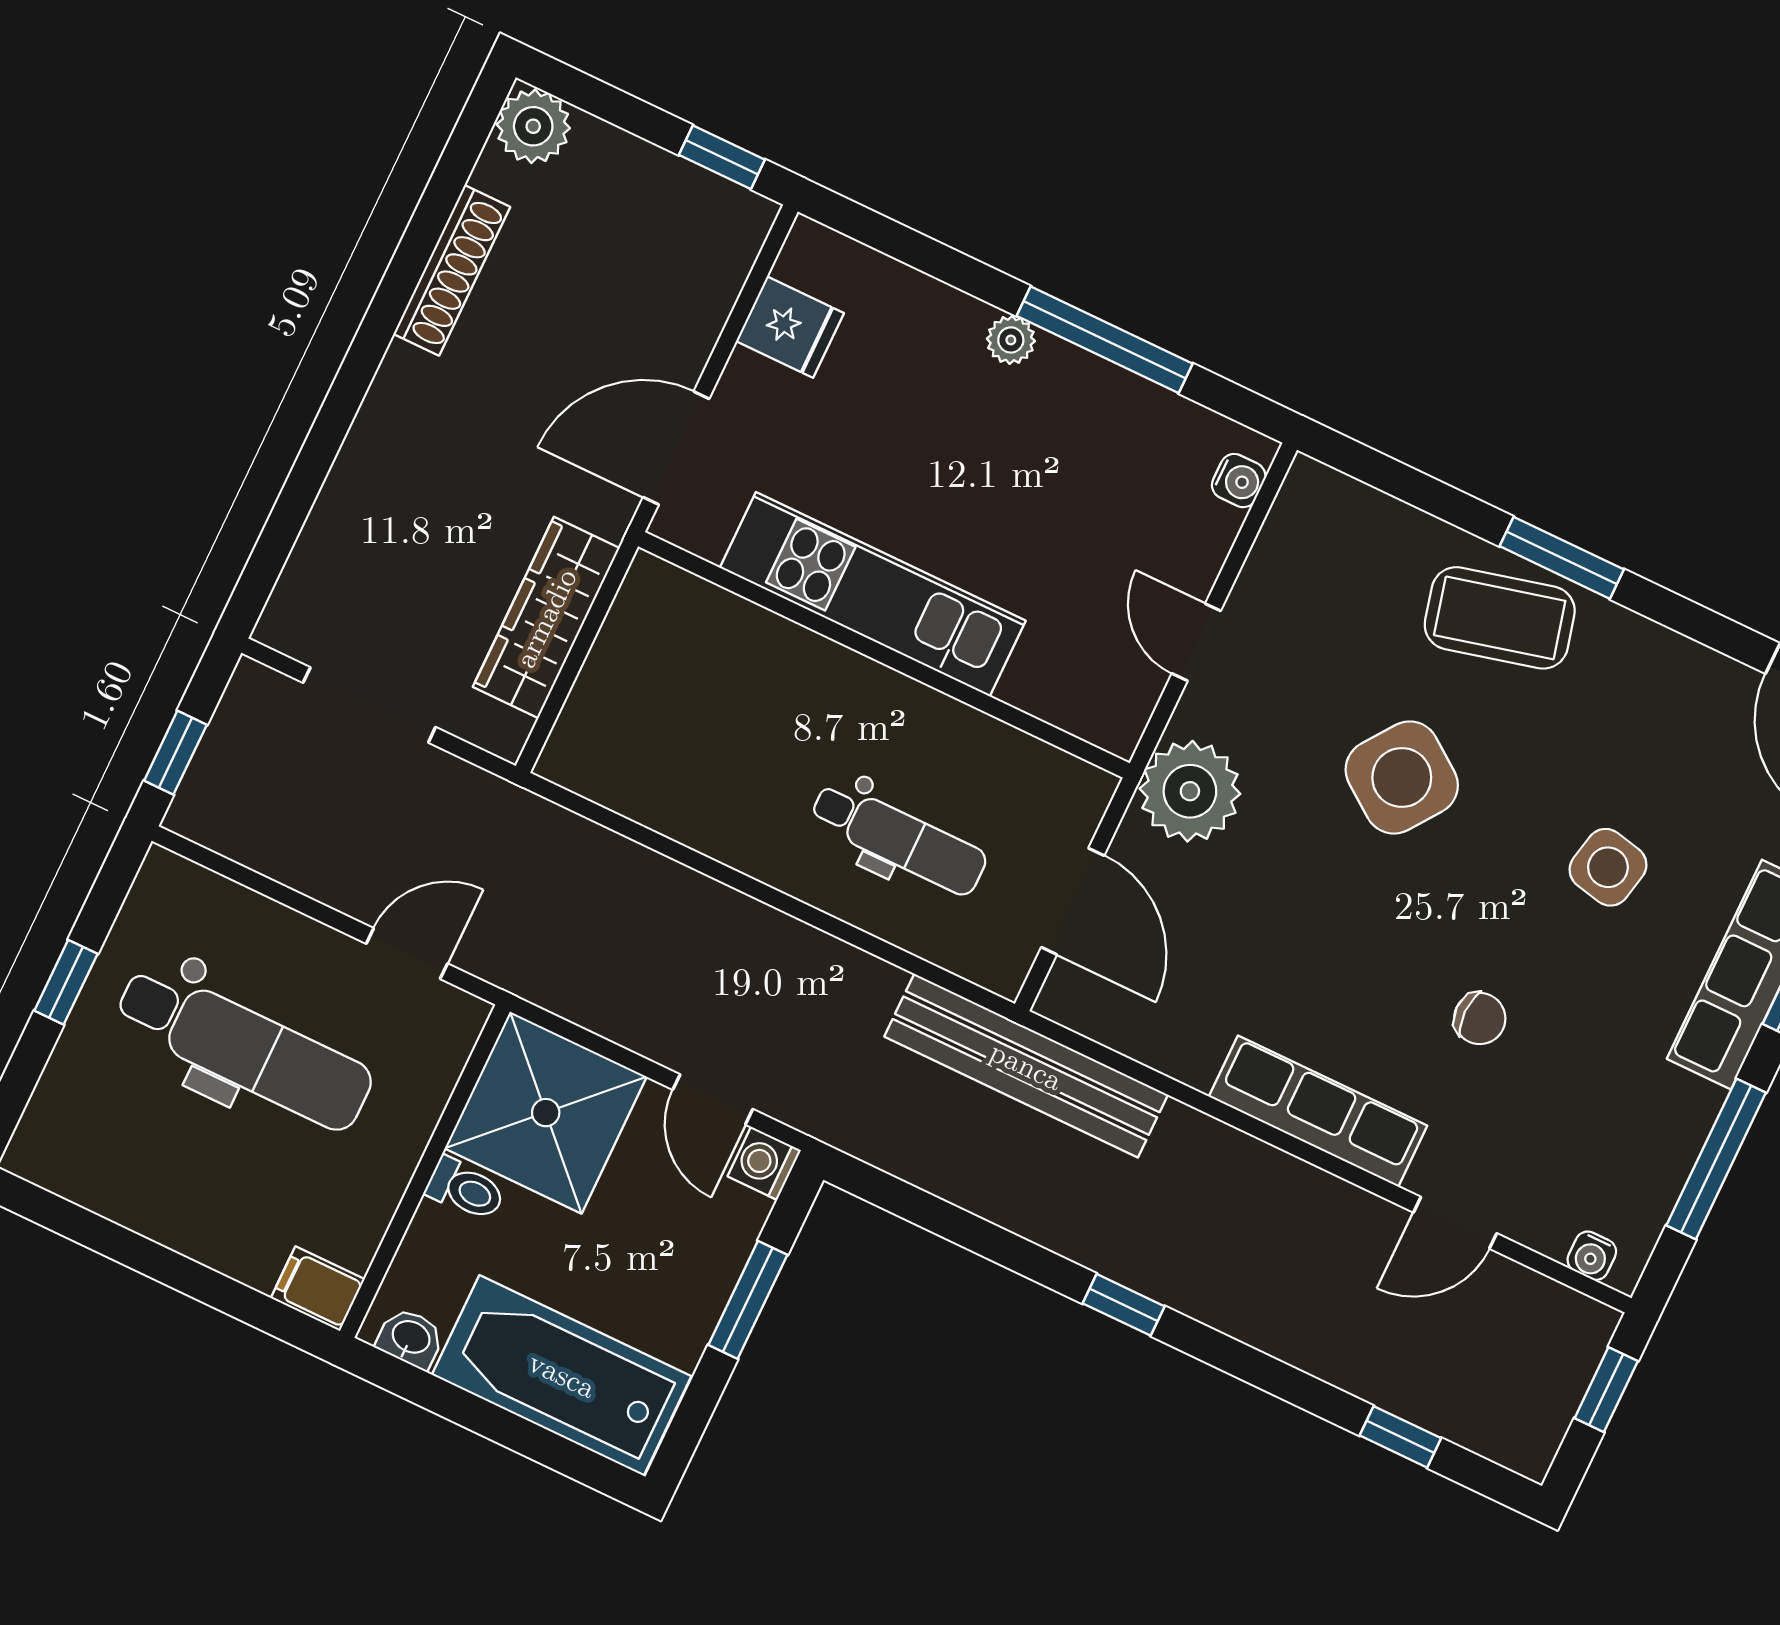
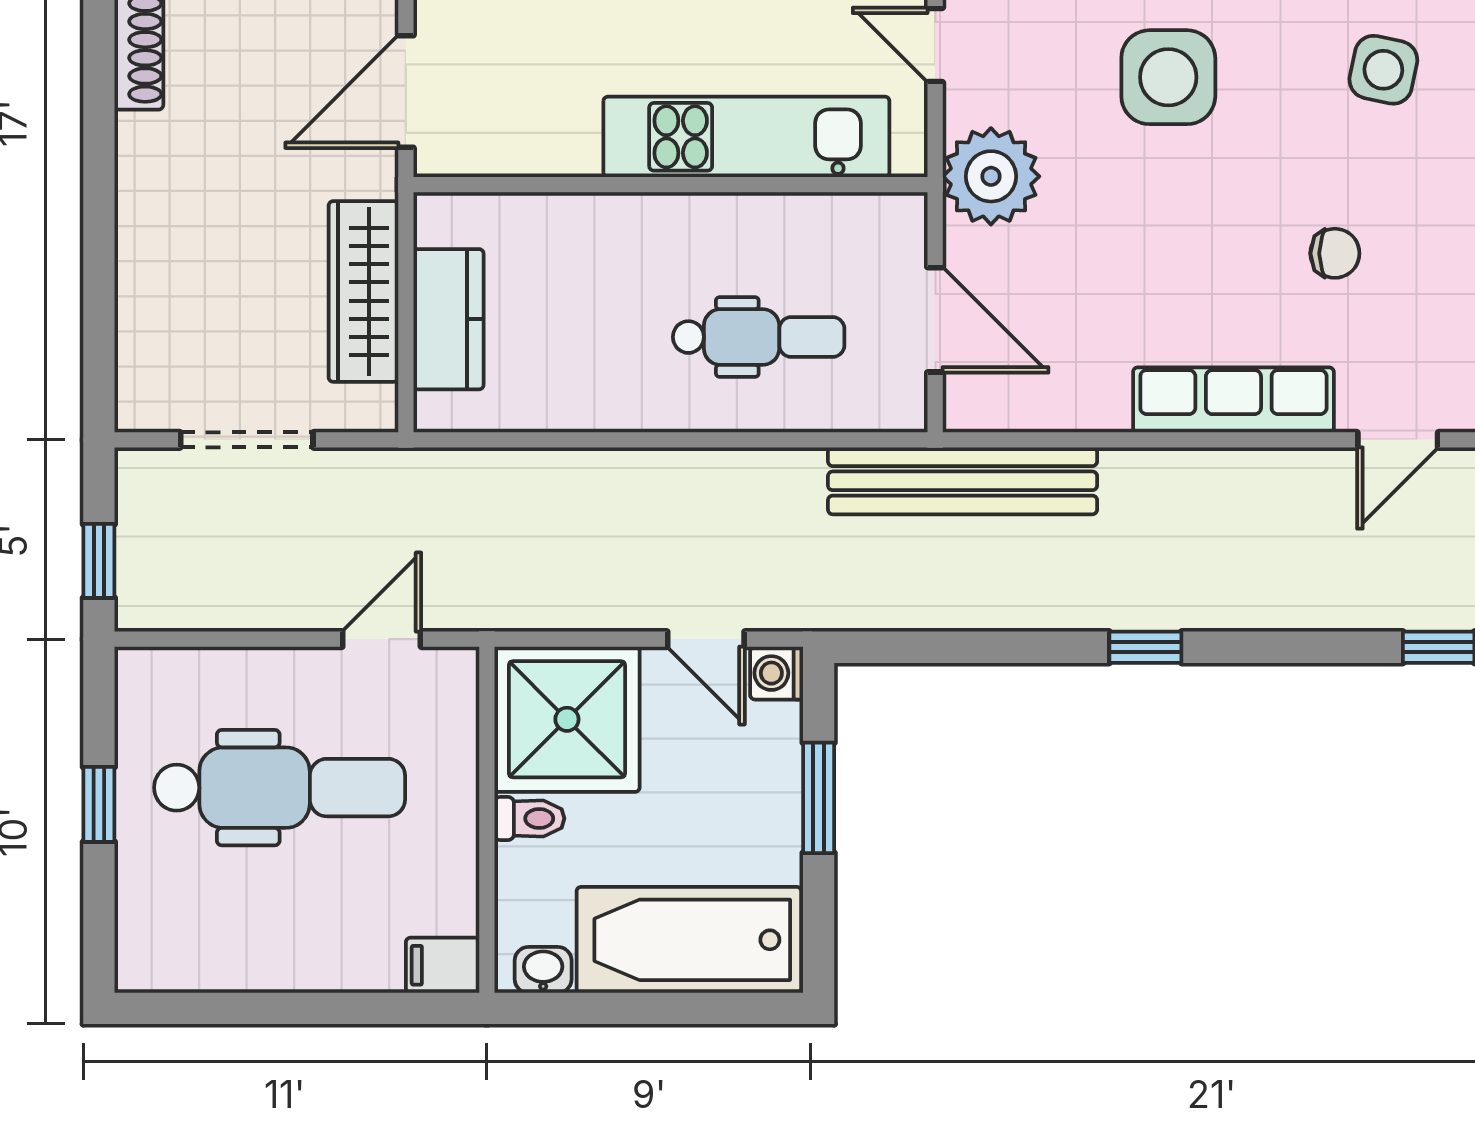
kitchen unit: (873, 594) -> (746, 137), moved
kitchen counter: (614, 682) -> (448, 319), added
side table: (1402, 777) -> (1168, 77), turned -36

